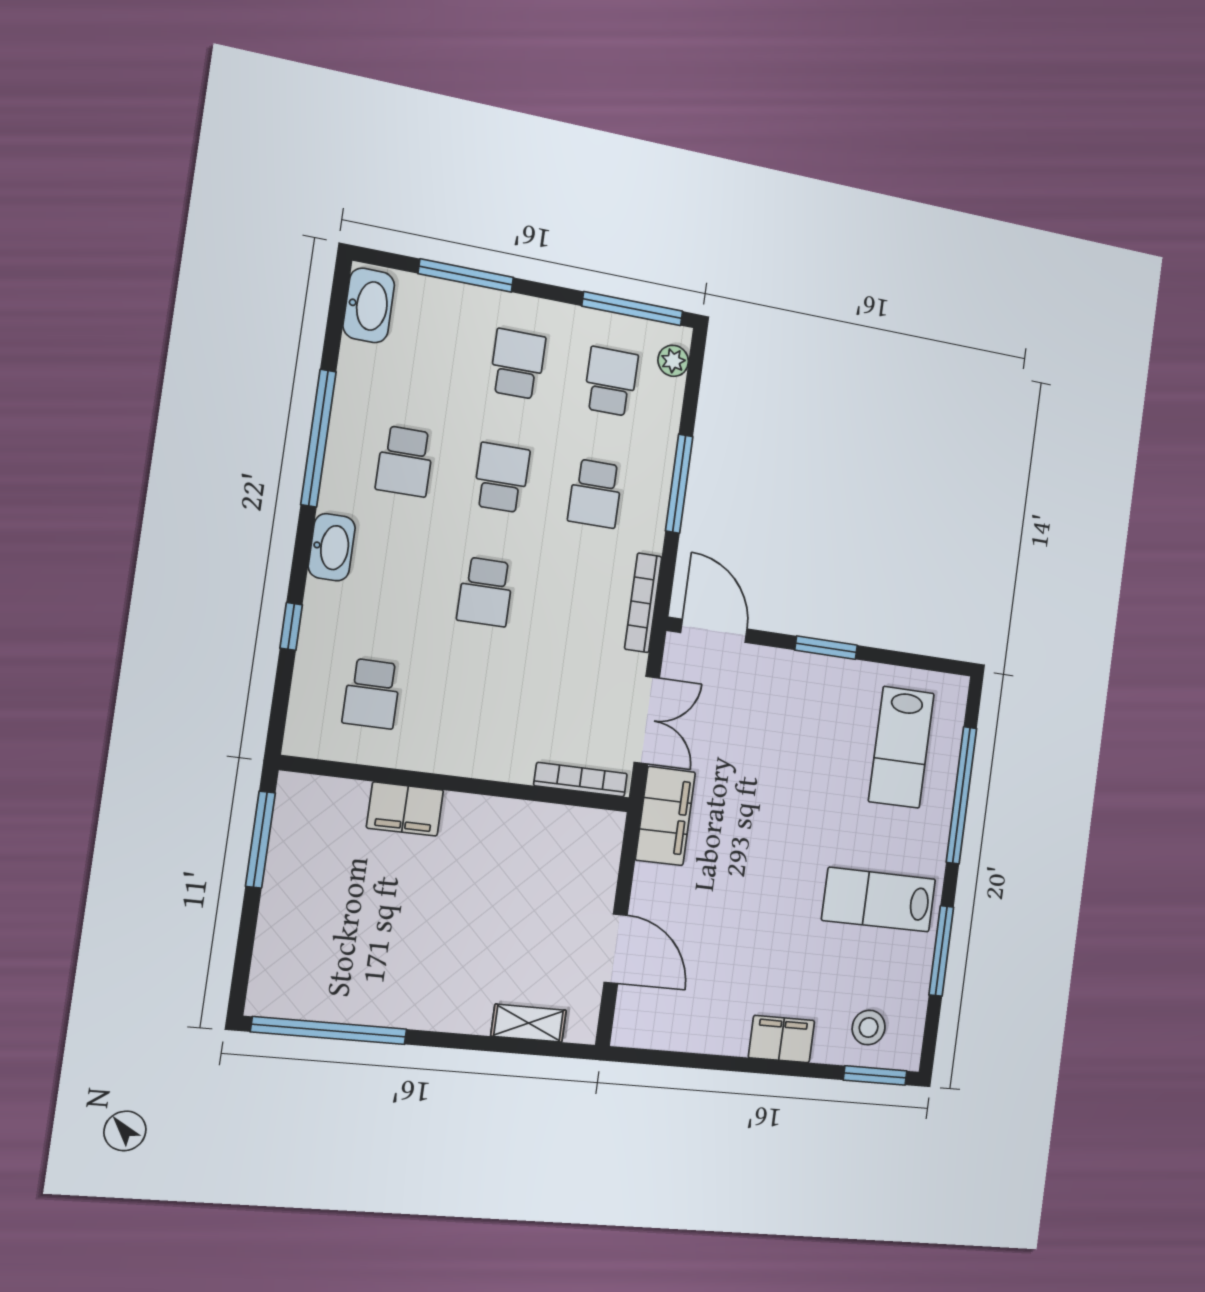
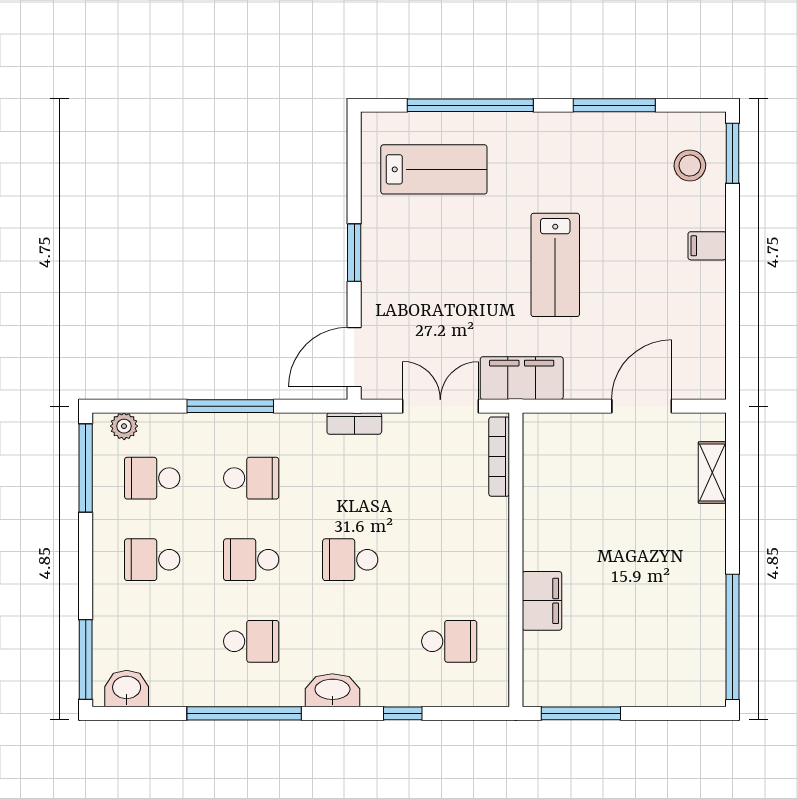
window: (466, 276) -> (86, 660), moved
washbasin: (369, 305) -> (127, 689), width x0.72
school desk: (485, 592) -> (350, 560), turned 180
bookcase: (643, 603) -> (354, 423), width x0.64
lab bench: (879, 900) -> (555, 265), moved
filing cabinet: (781, 1039) -> (707, 246), width x0.50

